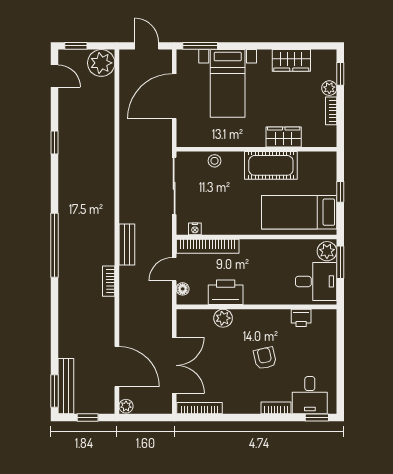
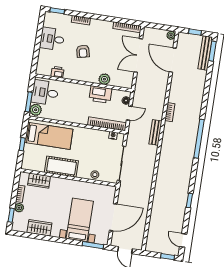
plant: (101, 63) -> (154, 244), removed
wardrobe: (284, 137) -> (39, 181), moved
desk: (310, 395) -> (52, 39), moved, turned -90

